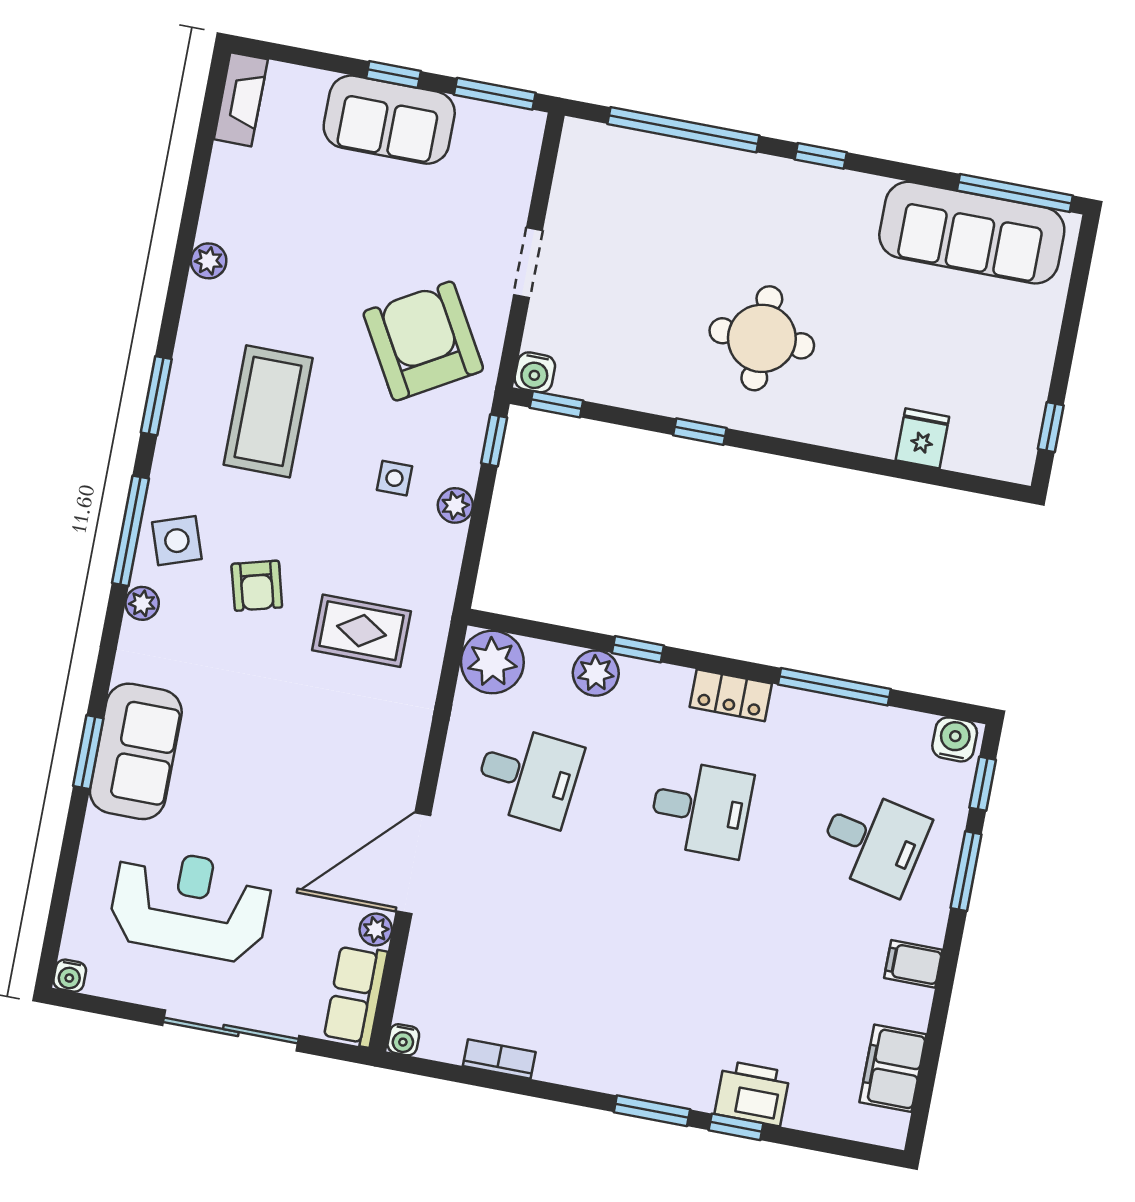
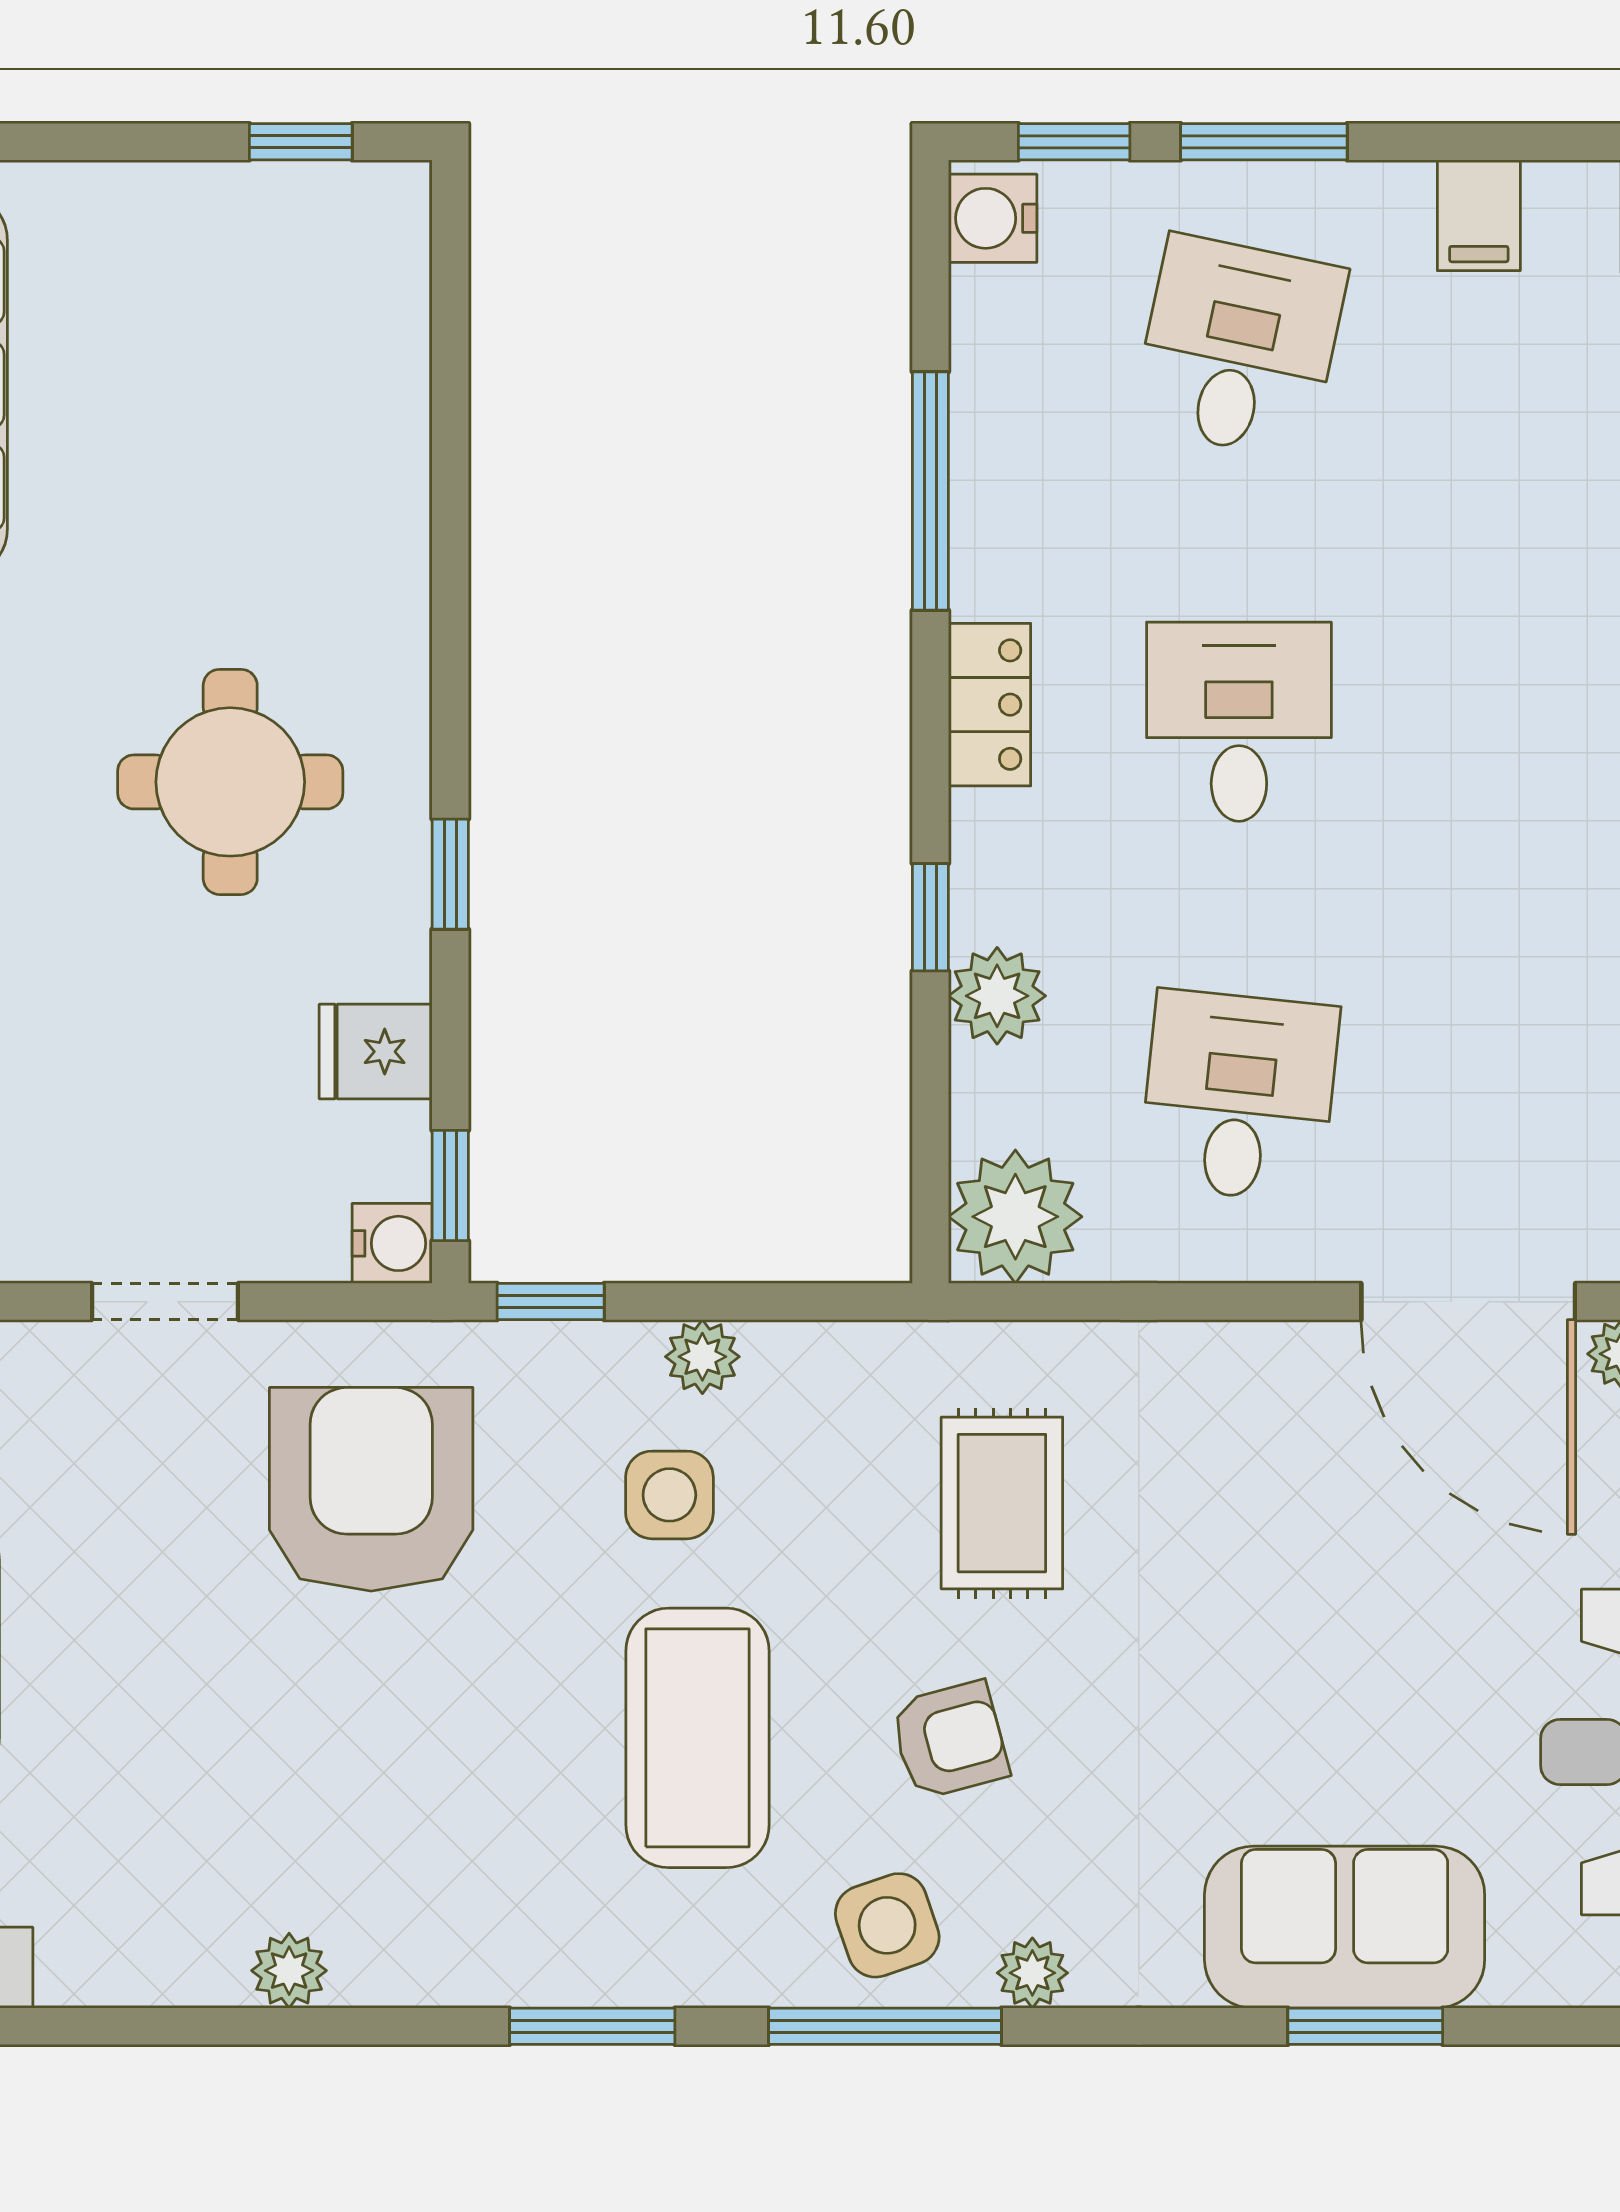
armchair: (423, 341) -> (371, 1489), turned 120
coffee table: (268, 411) -> (697, 1738), moved, turned 90
fridge: (922, 438) -> (376, 1052), moved
side table: (394, 478) -> (669, 1495), width x1.37, depth x1.37

